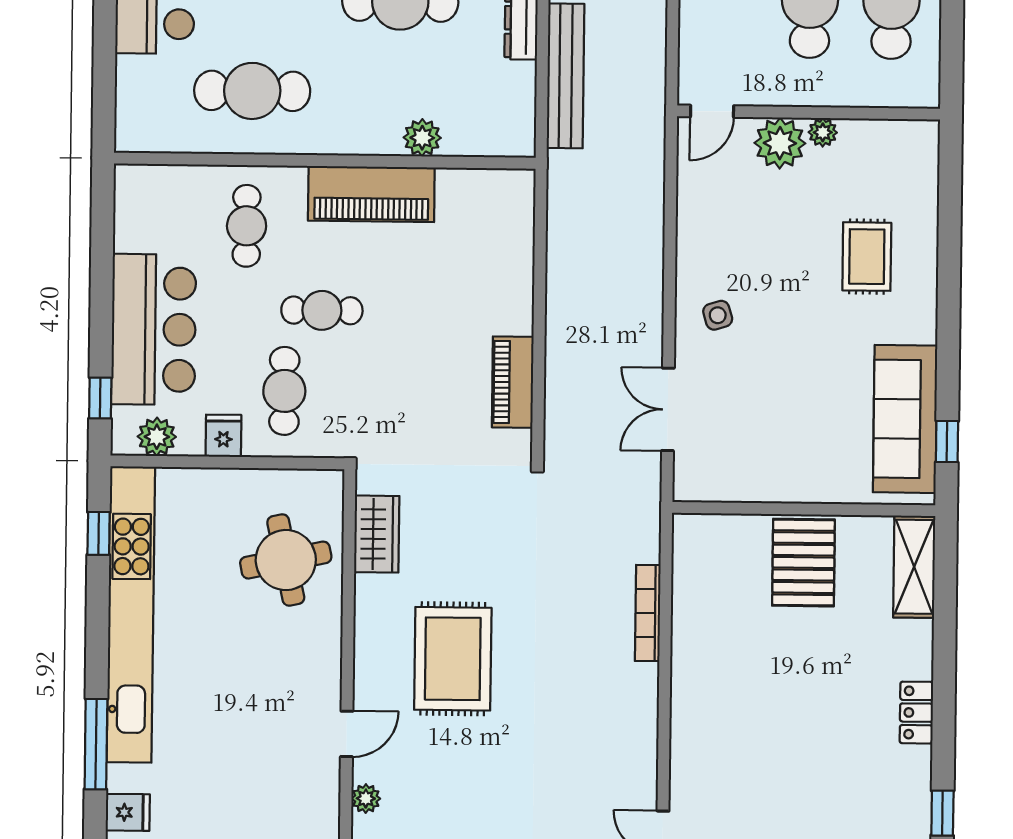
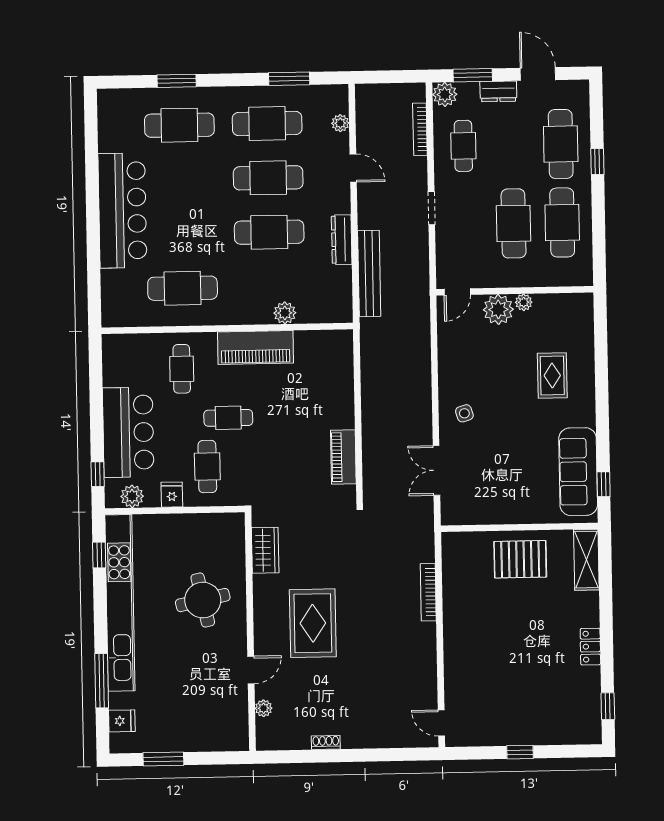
round table: (286, 560) -> (203, 600), moved
pallet: (803, 563) -> (520, 559), turned 90

